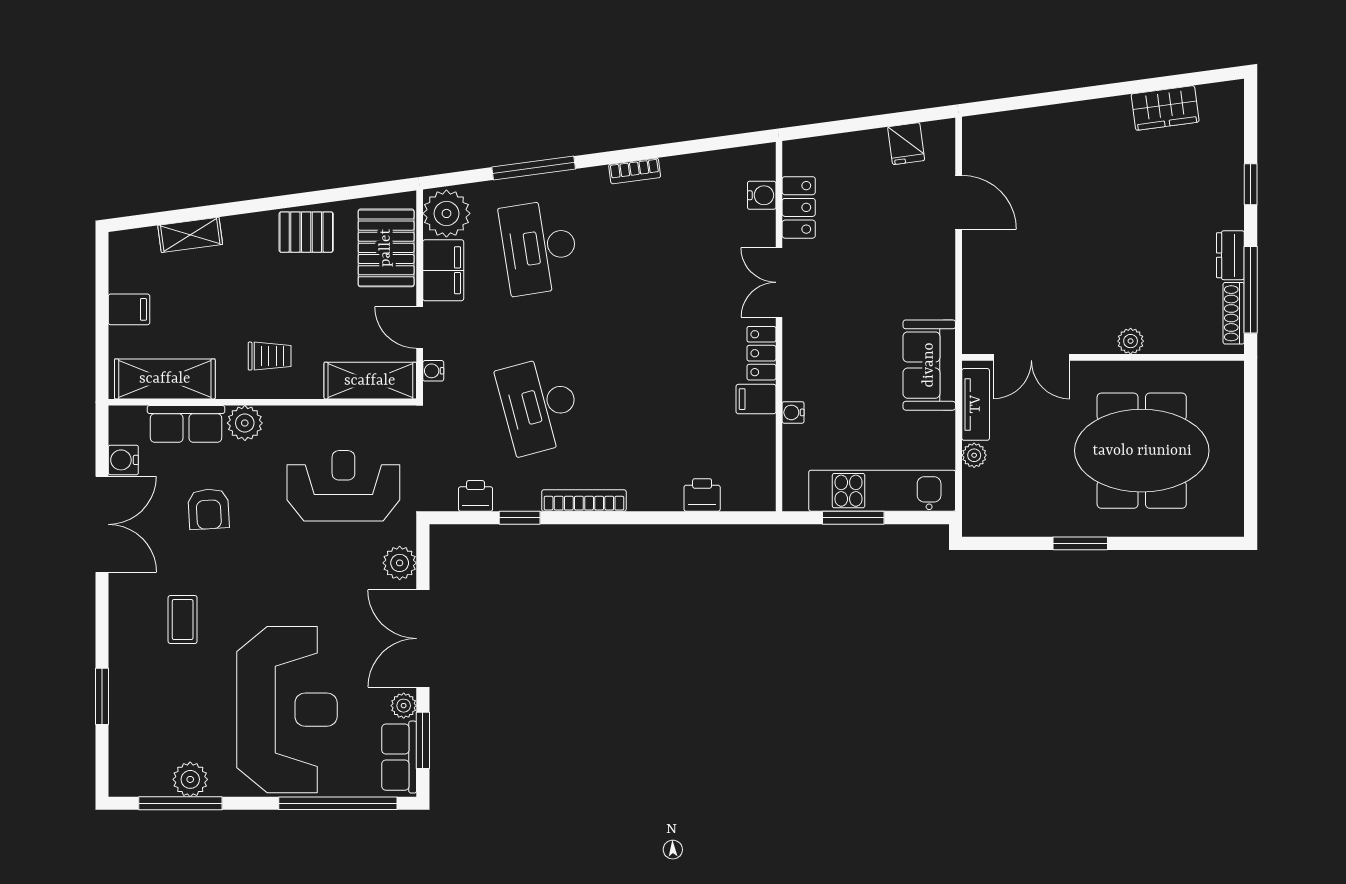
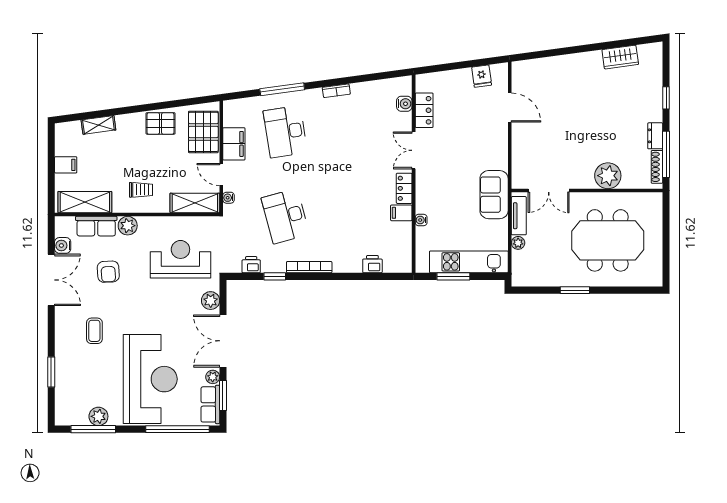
plant: (446, 213) -> (236, 114), removed
plant: (1131, 341) -> (608, 176), width x1.88, depth x1.88

